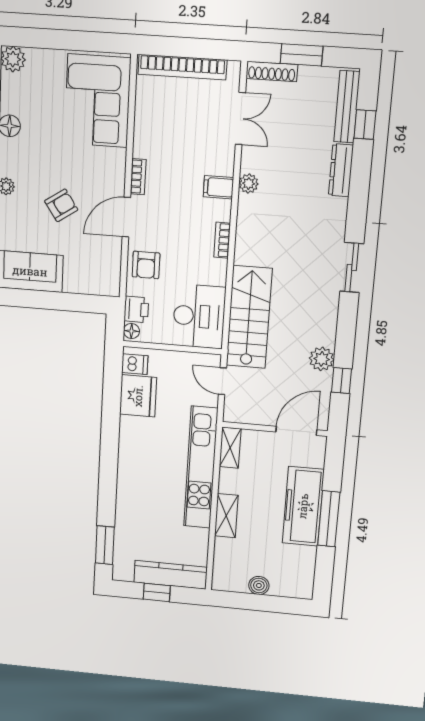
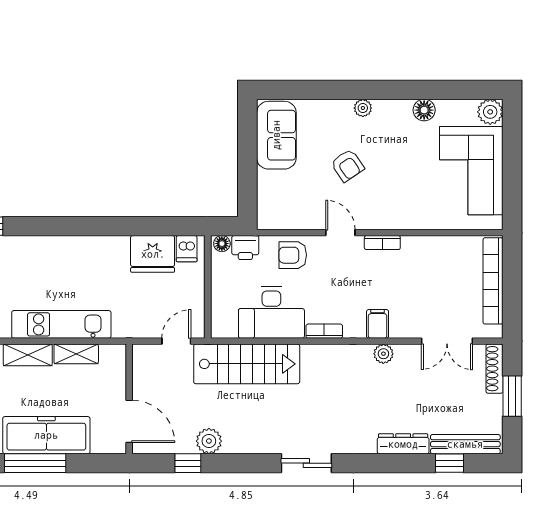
corner sofa: (98, 101) -> (471, 171), moved, turned -90
door: (126, 217) -> (340, 233), width x0.73
desk: (199, 316) -> (271, 313), moved
shelving: (230, 448) -> (76, 354), moved
kitchen unit: (201, 468) -> (61, 324), width x0.73

